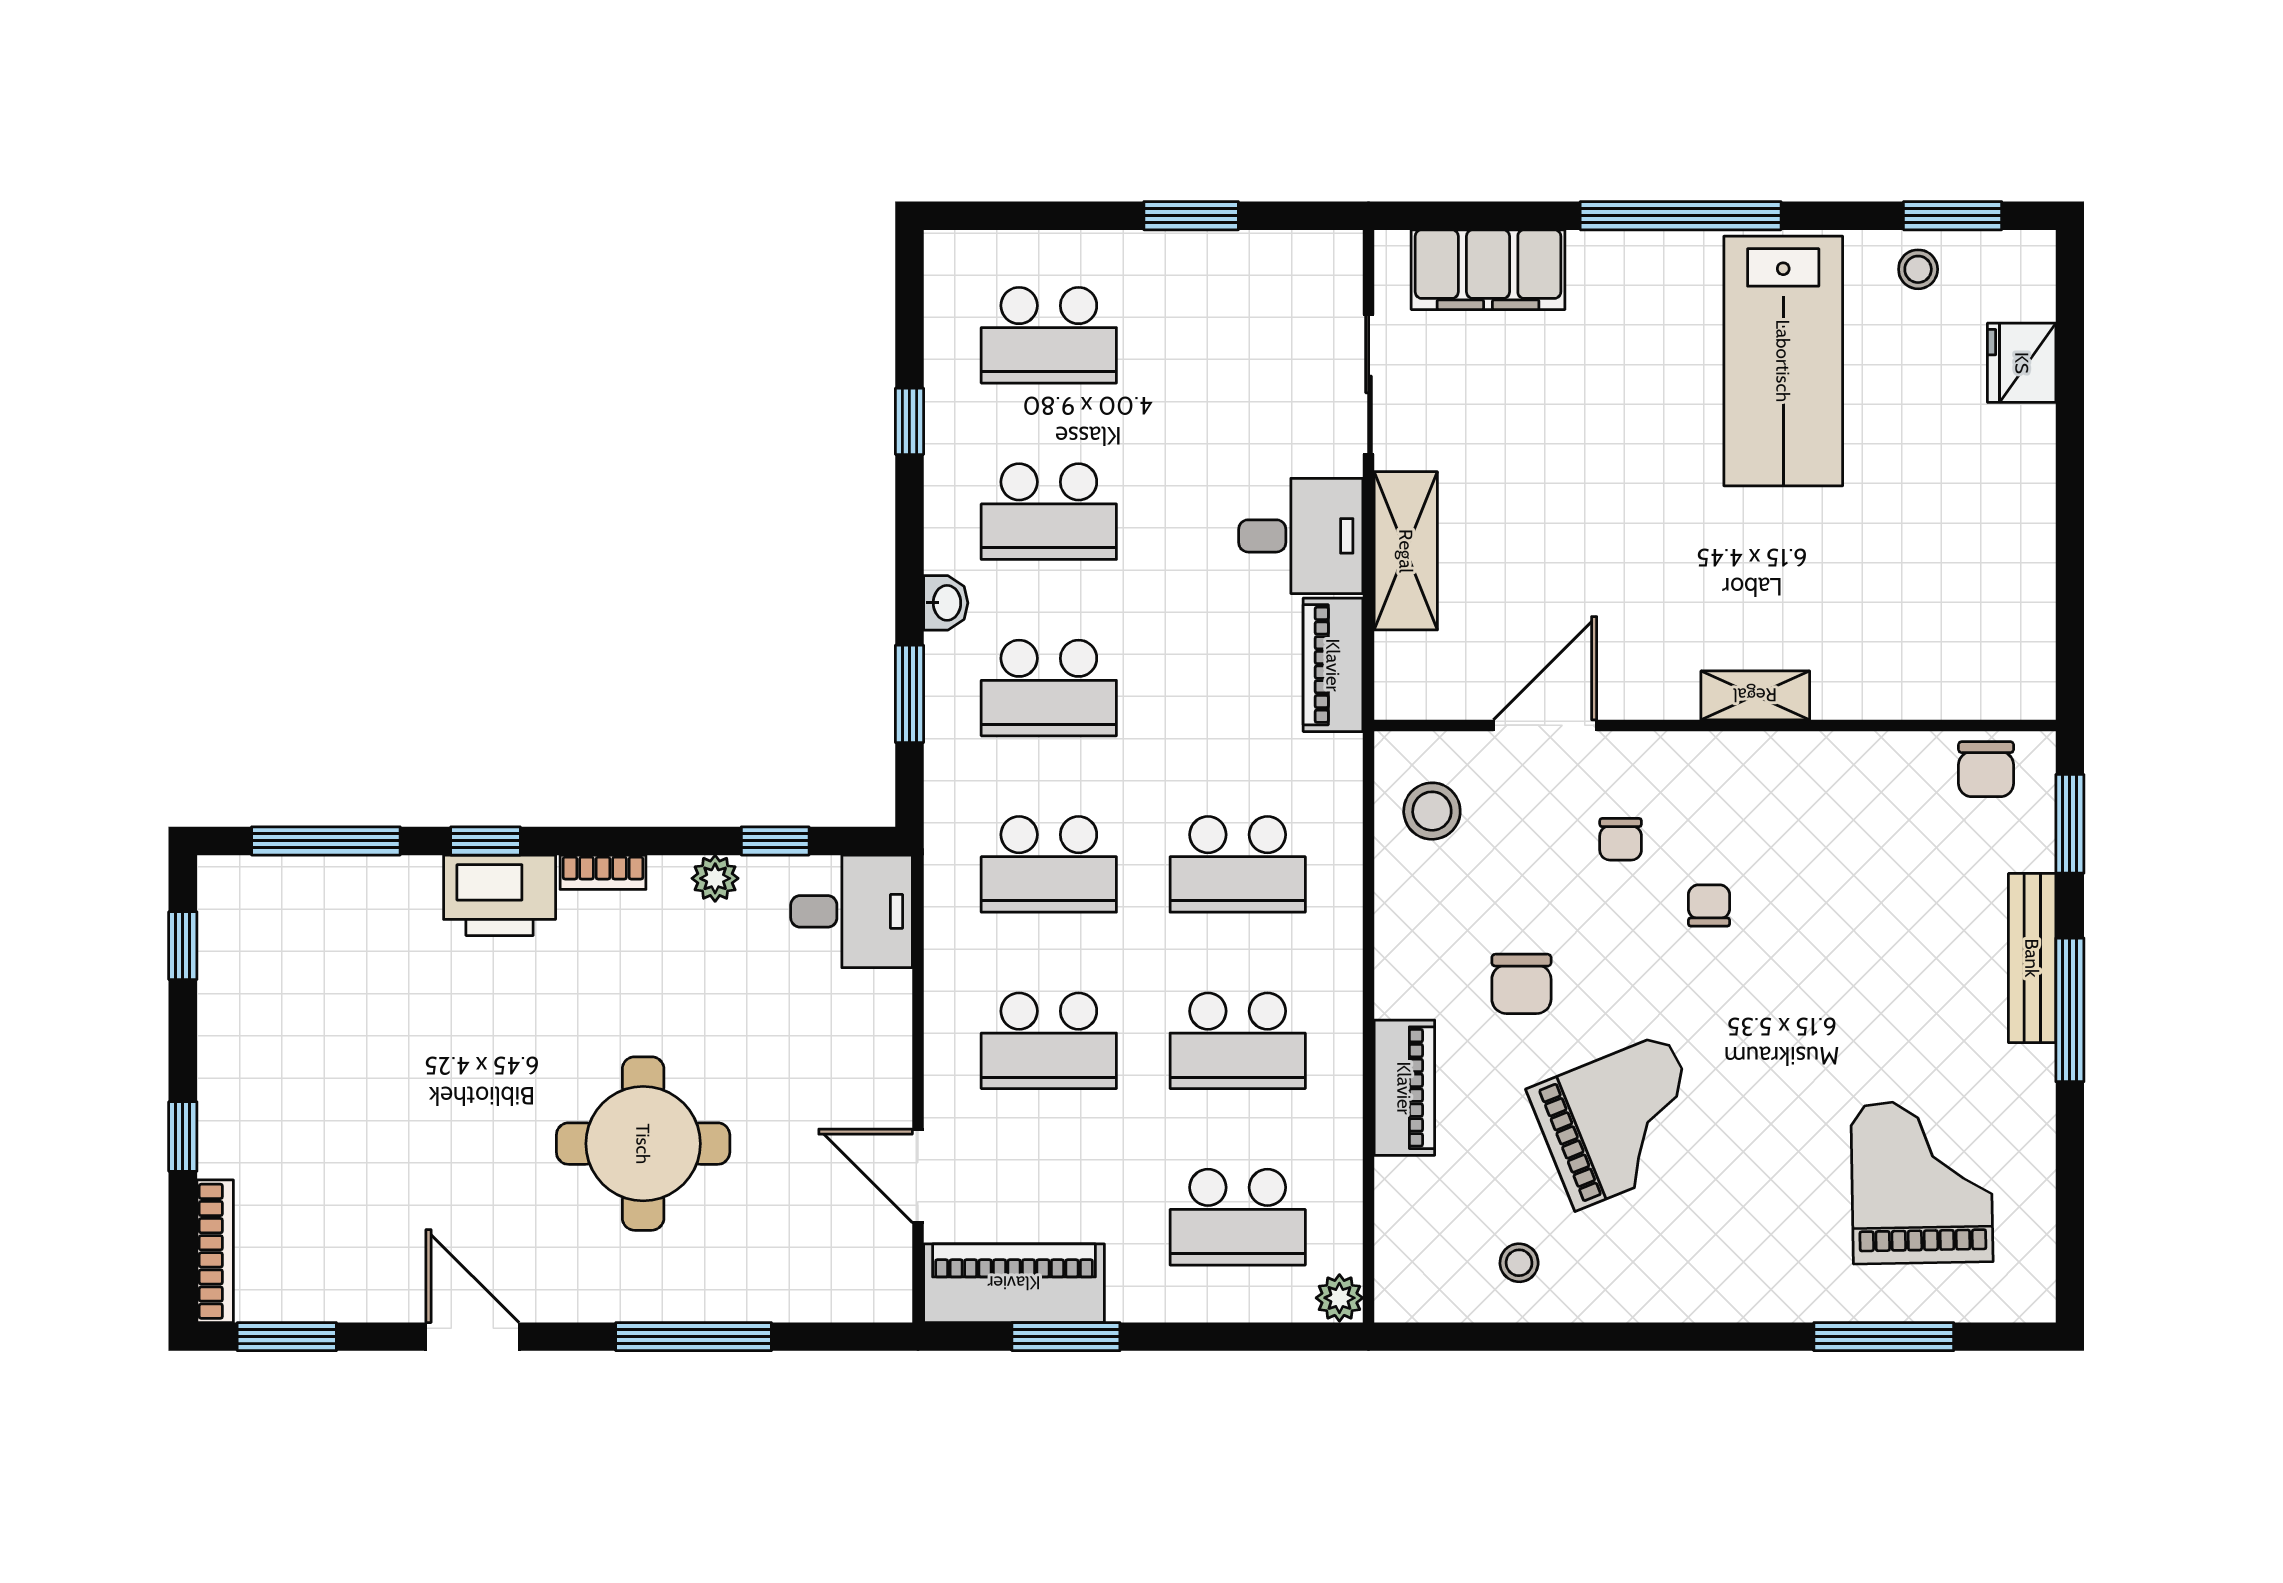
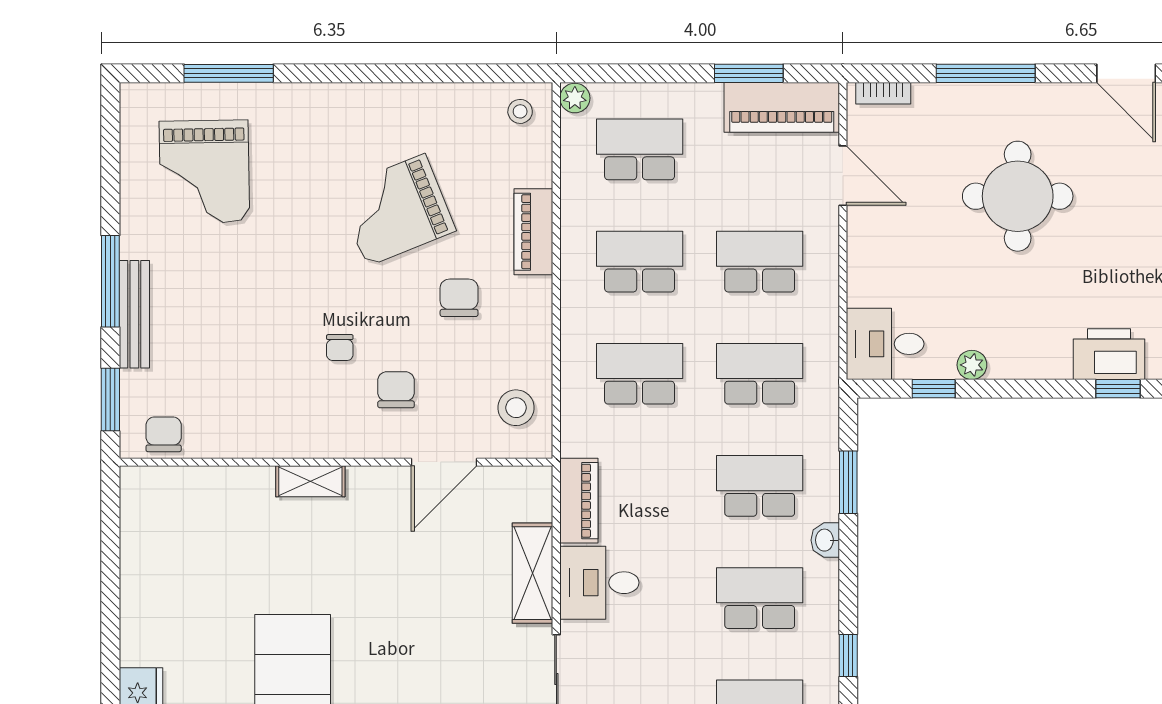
chair: (1621, 839) -> (396, 390), width x1.37, depth x1.37
bookcase: (603, 872) -> (883, 93), moved, turned 180
stool: (1519, 1263) -> (520, 111), moved

